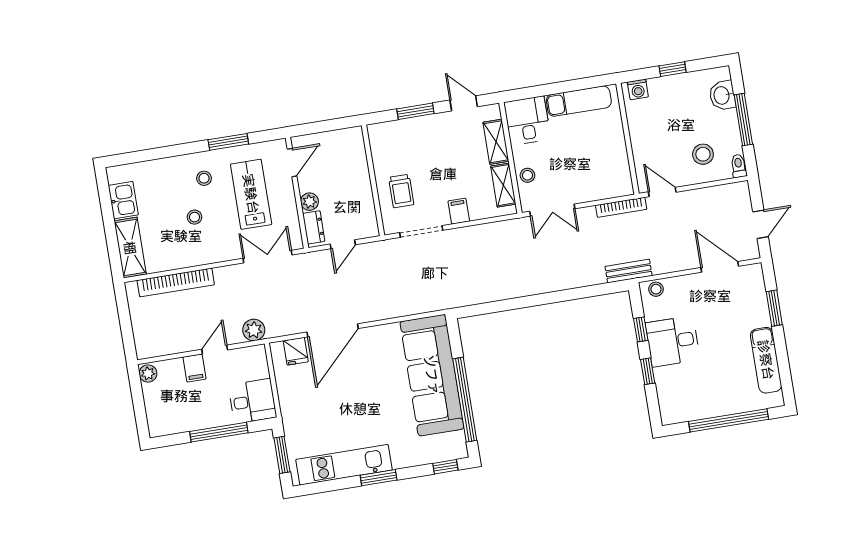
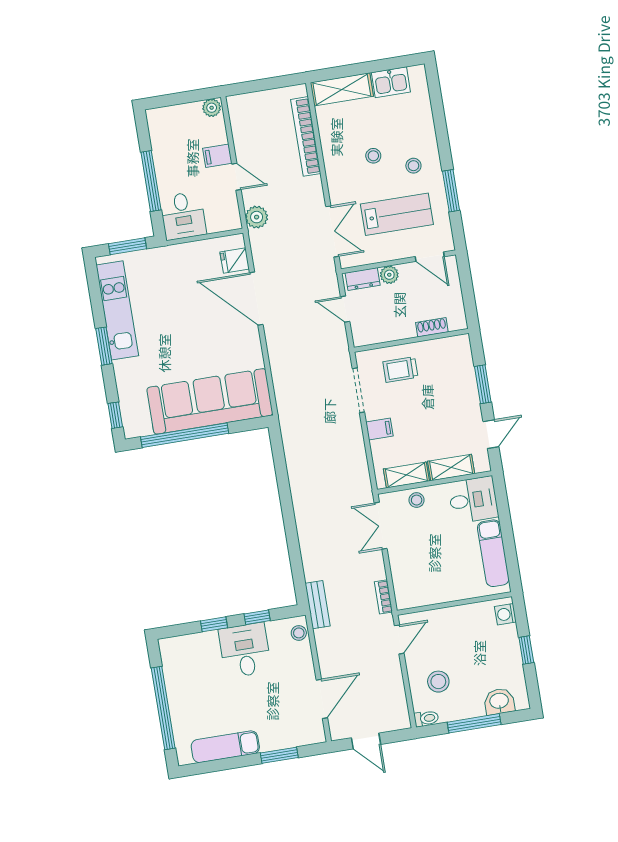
shoe rack: (360, 160) -> (432, 327), added
bookcase: (621, 207) -> (383, 597), width x0.64

